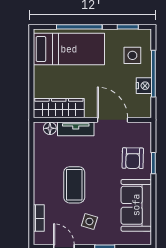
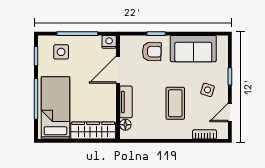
nightstand: (144, 86) -> (109, 42), moved
wardrobe: (59, 108) -> (93, 131), moved, turned 90
coffee table: (74, 185) -> (175, 103), turned 90

